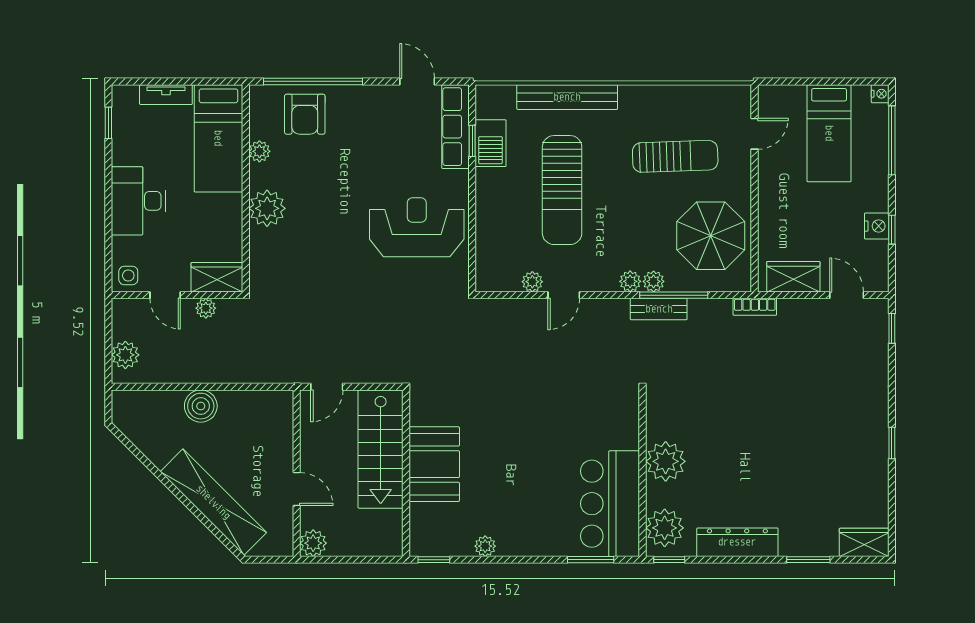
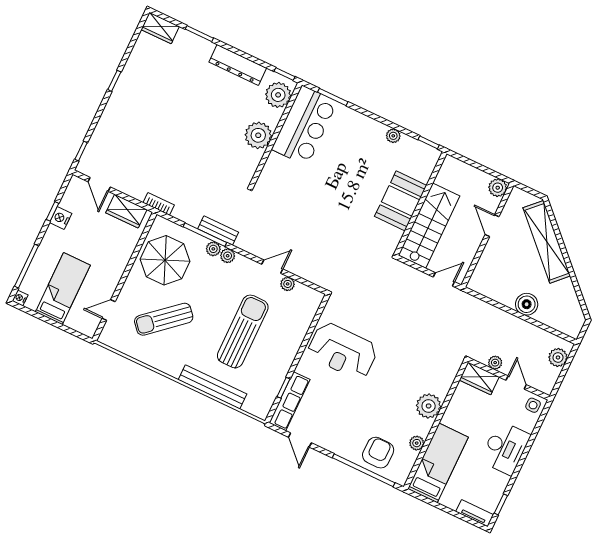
tv unit: (166, 95) -> (475, 513), moved
barbecue: (491, 143) -> (273, 381), removed
sun lounger: (675, 156) -> (164, 319), turned -39

